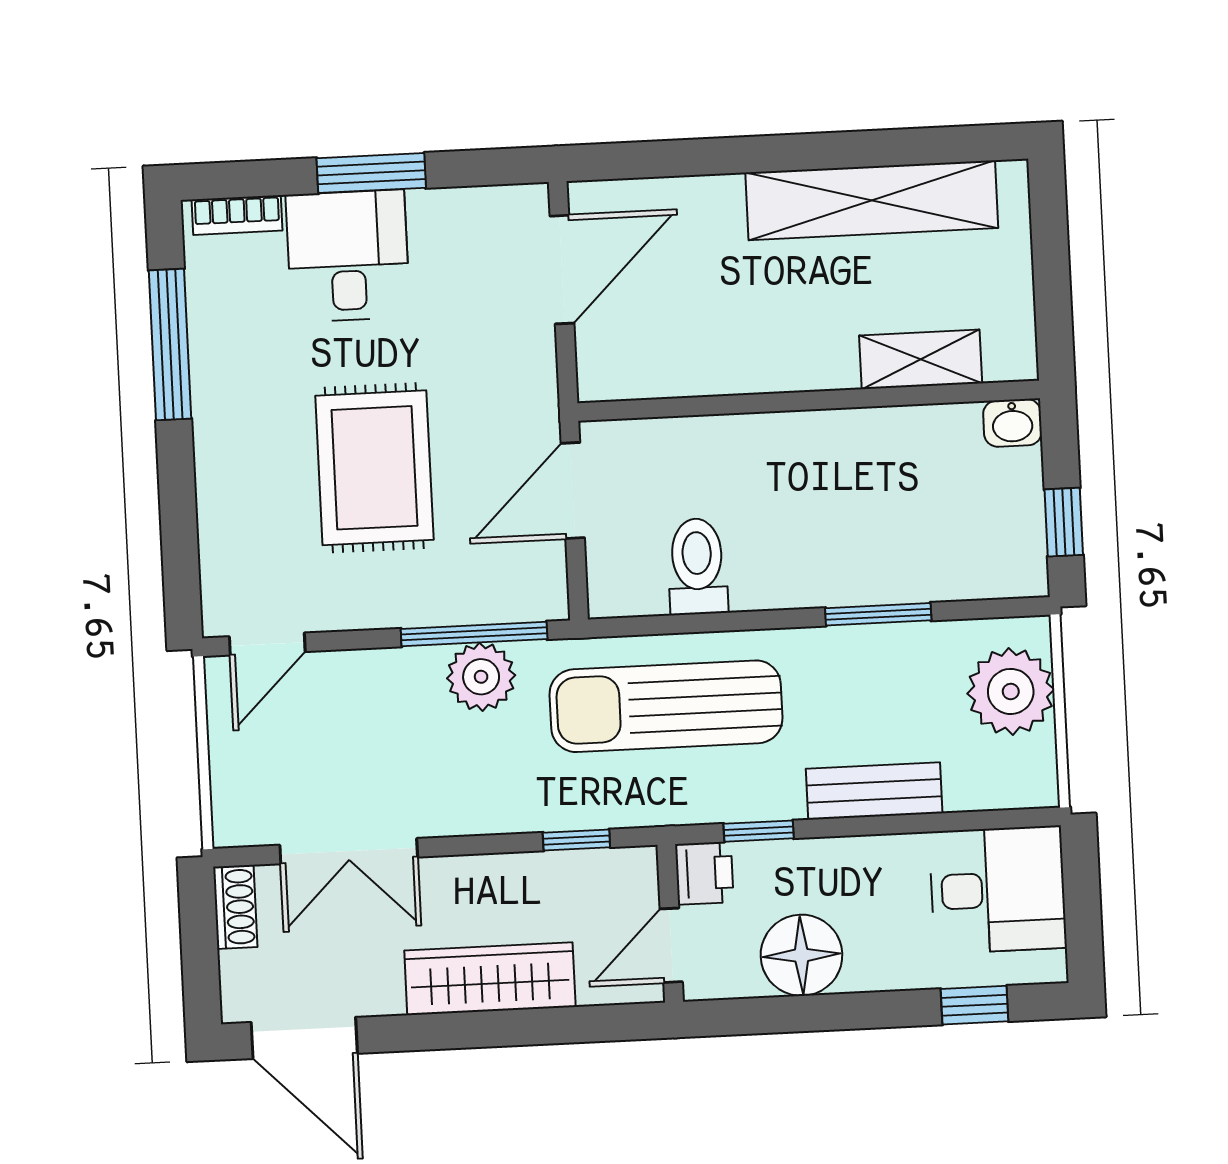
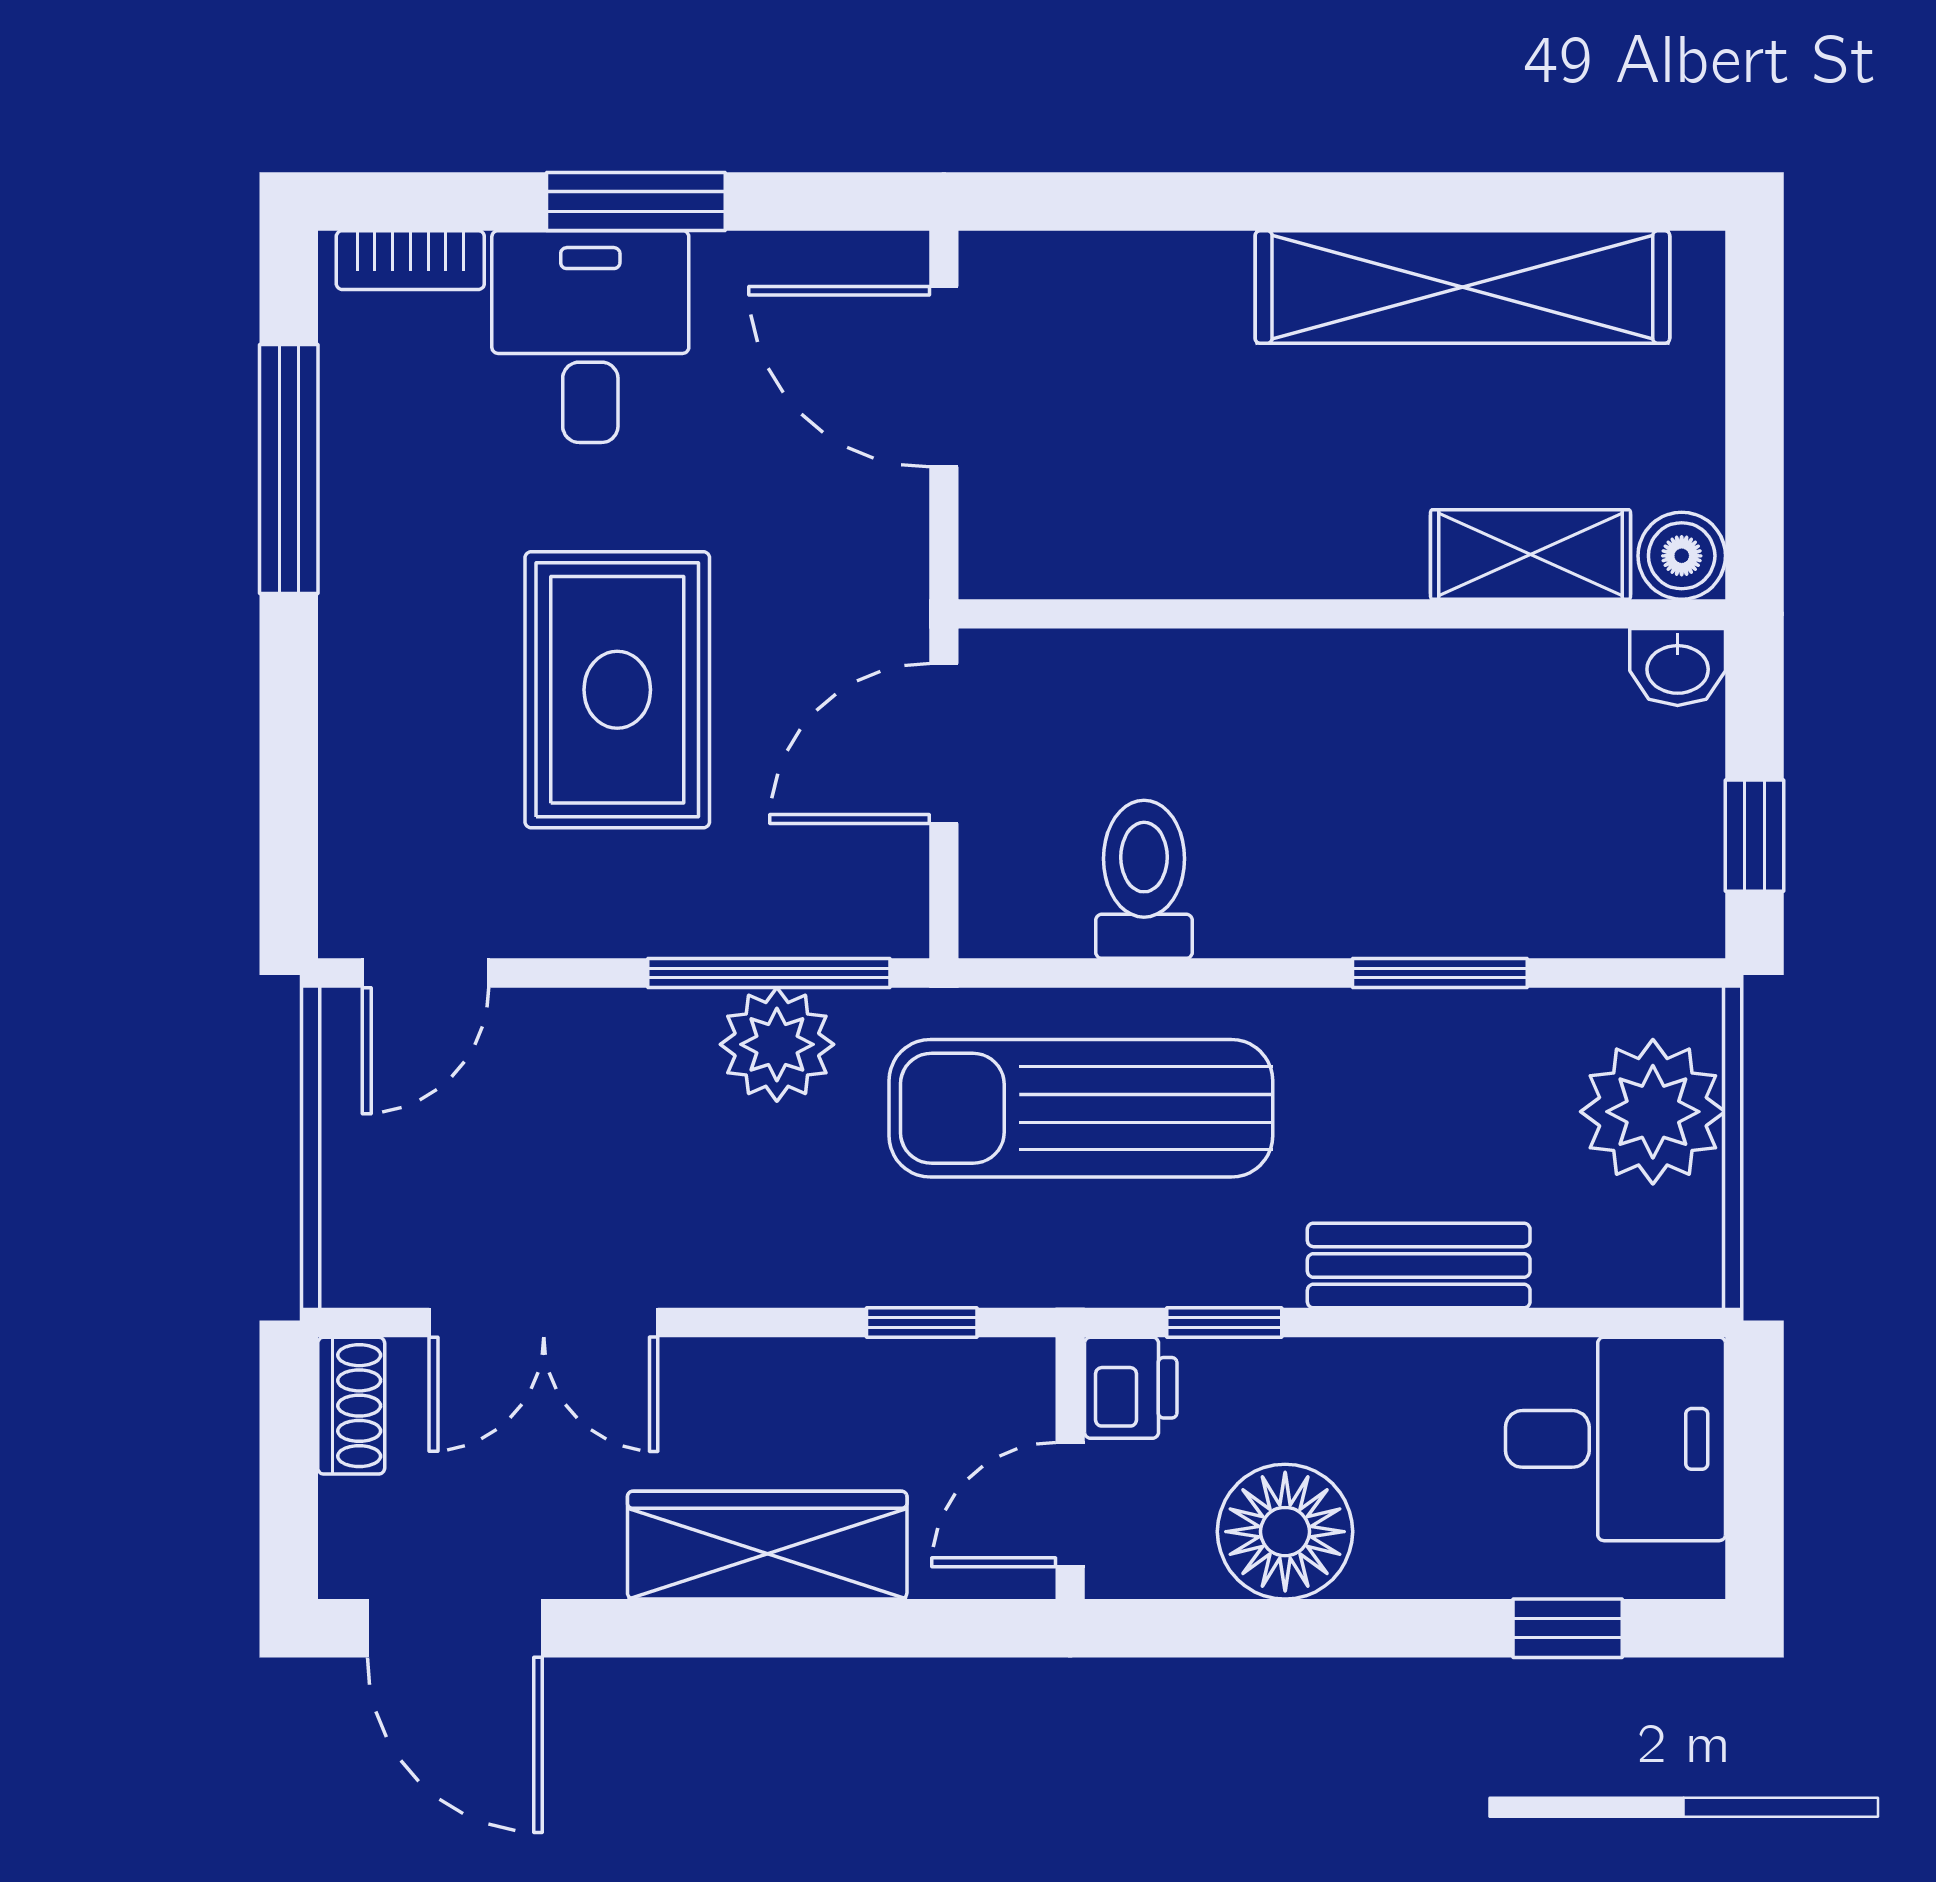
door: (562, 270) -> (944, 377), swing flipped
boiler: (1012, 356) -> (1682, 556), added

